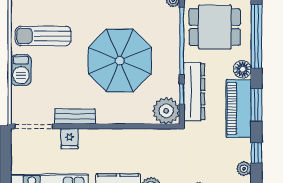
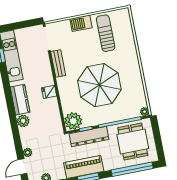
floor lamp: (242, 69) -> (109, 164), removed
fridge: (70, 139) -> (49, 92), moved

